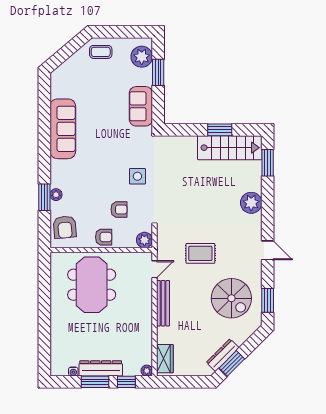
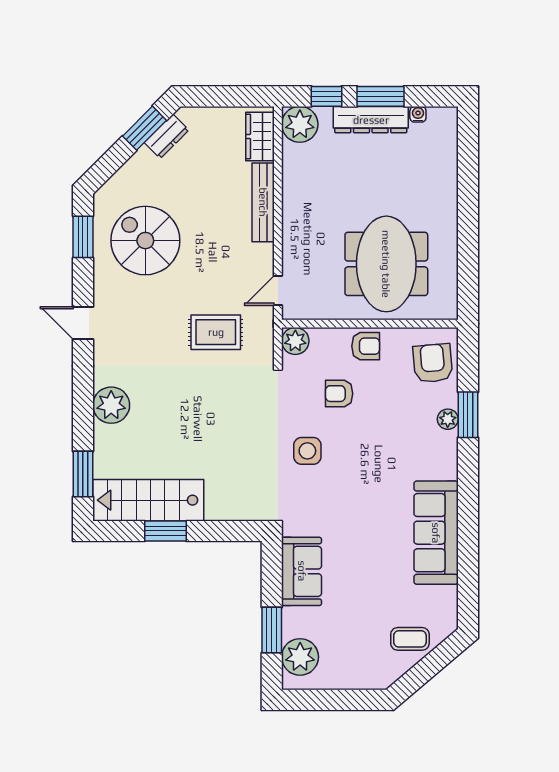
coffee table: (101, 52) -> (410, 639), moved
armchair: (104, 237) -> (366, 346), turned 180
rug: (200, 253) -> (216, 332), moved
bench: (163, 303) -> (263, 202), moved
dresser: (223, 355) -> (167, 136), width x0.70
plant: (147, 371) -> (300, 124), width x1.87, depth x1.87

